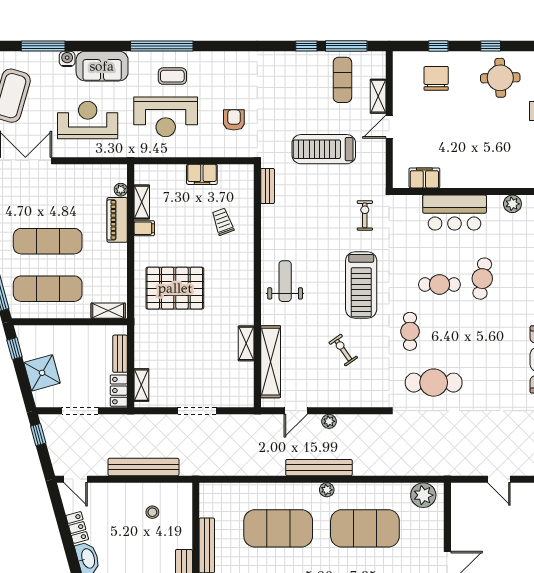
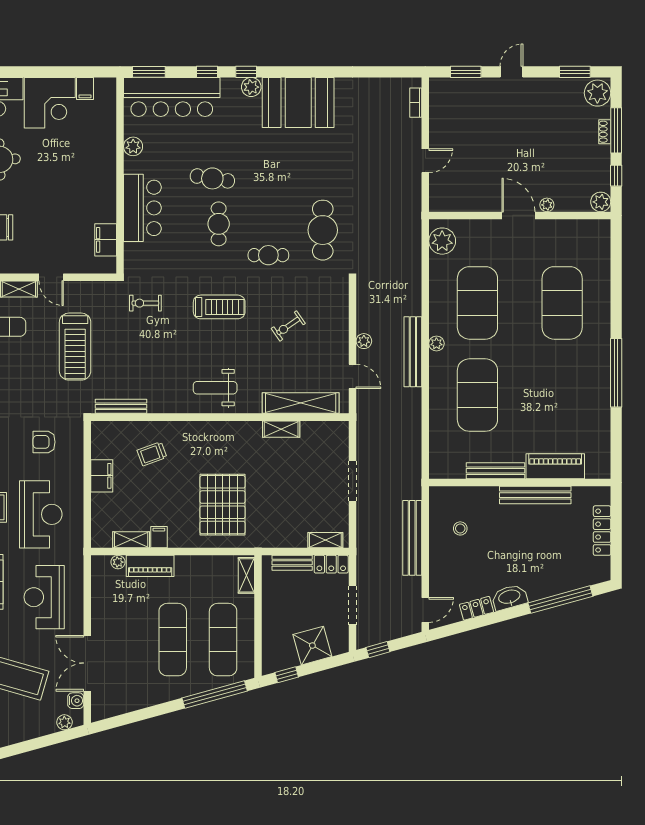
bench: (268, 186) -> (121, 406), width x1.36
treadmill: (361, 285) -> (219, 307), width x0.73, depth x0.73

